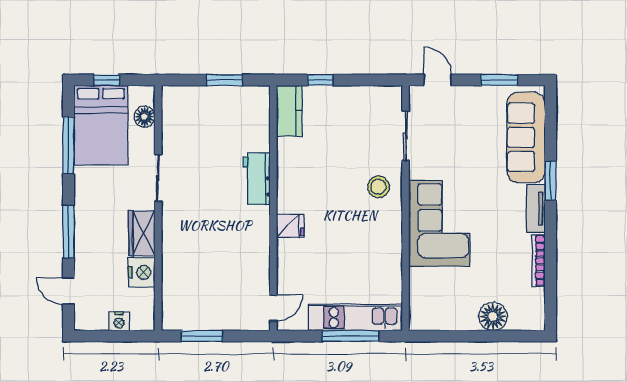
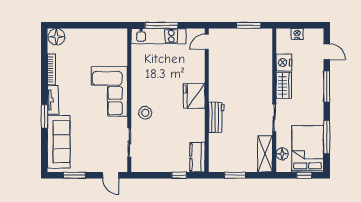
shelving: (174, 117) -> (265, 154), added
fridge: (290, 226) -> (194, 96), width x1.88, depth x1.34
floor lamp: (493, 317) -> (56, 37), moved

